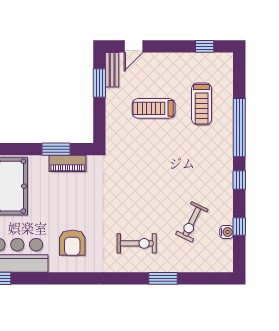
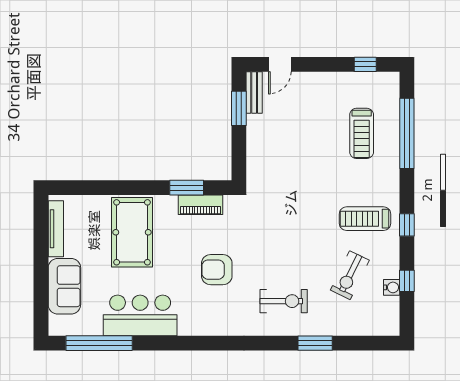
treadmill: (154, 108) -> (365, 219), moved
window: (239, 128) -> (407, 133), moved
armchair: (72, 243) -> (217, 270), moved, turned 90

